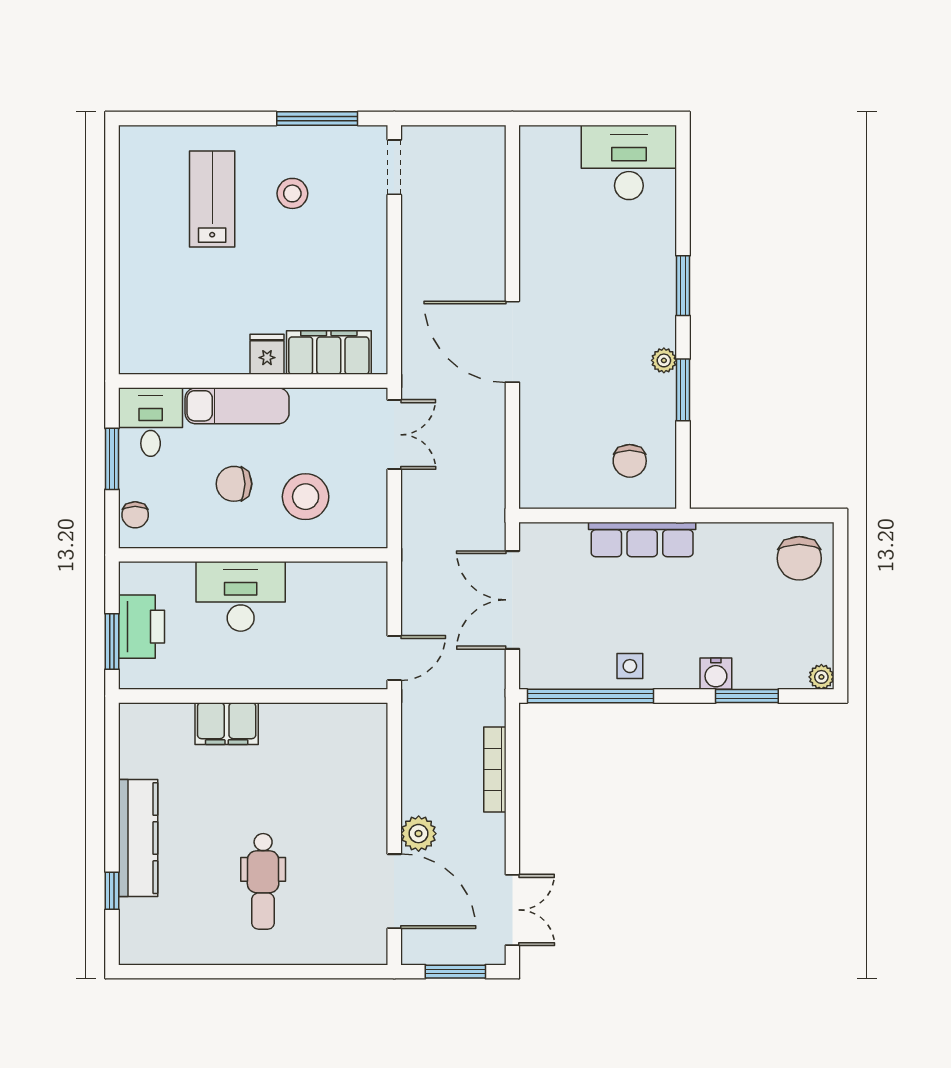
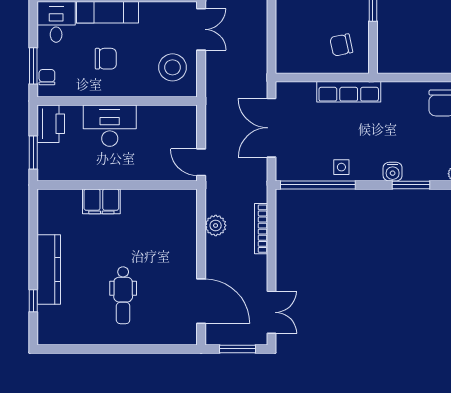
window: (112, 459) -> (33, 66), moved
chair: (630, 461) -> (341, 45), turned 78
chair: (234, 484) -> (106, 59), turned 180
stool: (306, 497) -> (173, 67), moved
chair: (135, 515) -> (47, 77), turned 180
printer: (141, 627) -> (51, 124), moved
door: (394, 658) -> (201, 162), swing flipped
plant: (419, 834) -> (216, 225), moved

